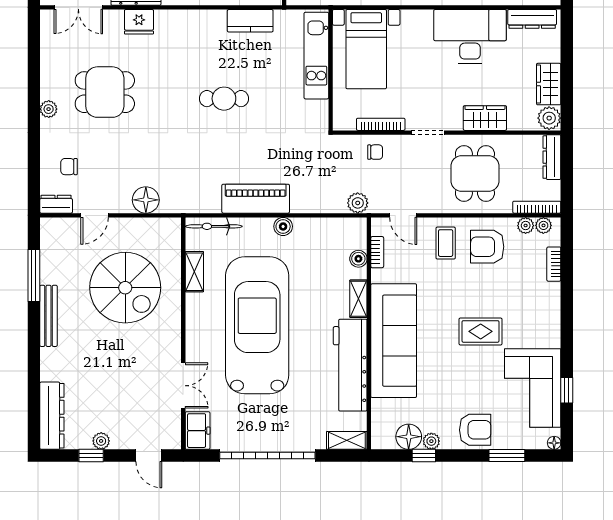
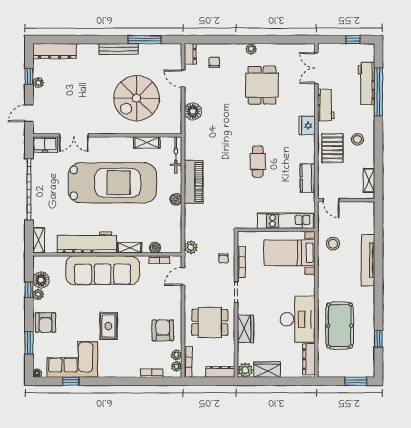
fridge: (139, 22) -> (307, 126), moved
coffee table: (446, 243) -> (165, 304), removed

